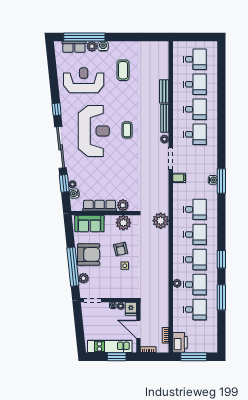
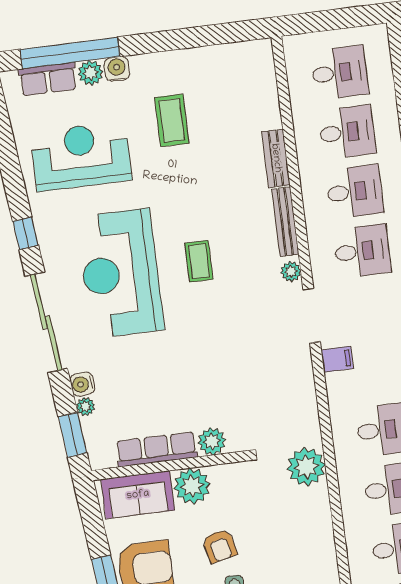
reception desk: (94, 131) -> (120, 274), turned 180
window: (64, 183) -> (73, 435), moved
water cooler: (74, 194) -> (82, 384), moved
plant: (123, 223) -> (192, 486), moved

